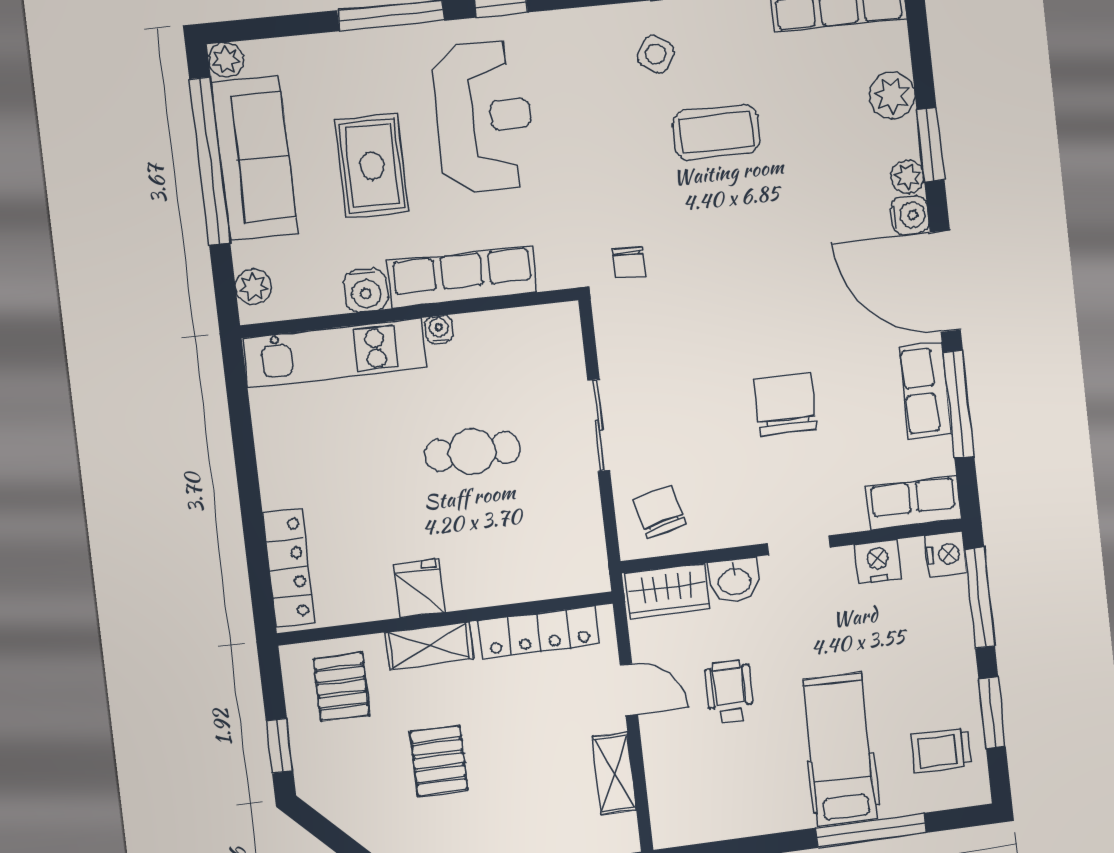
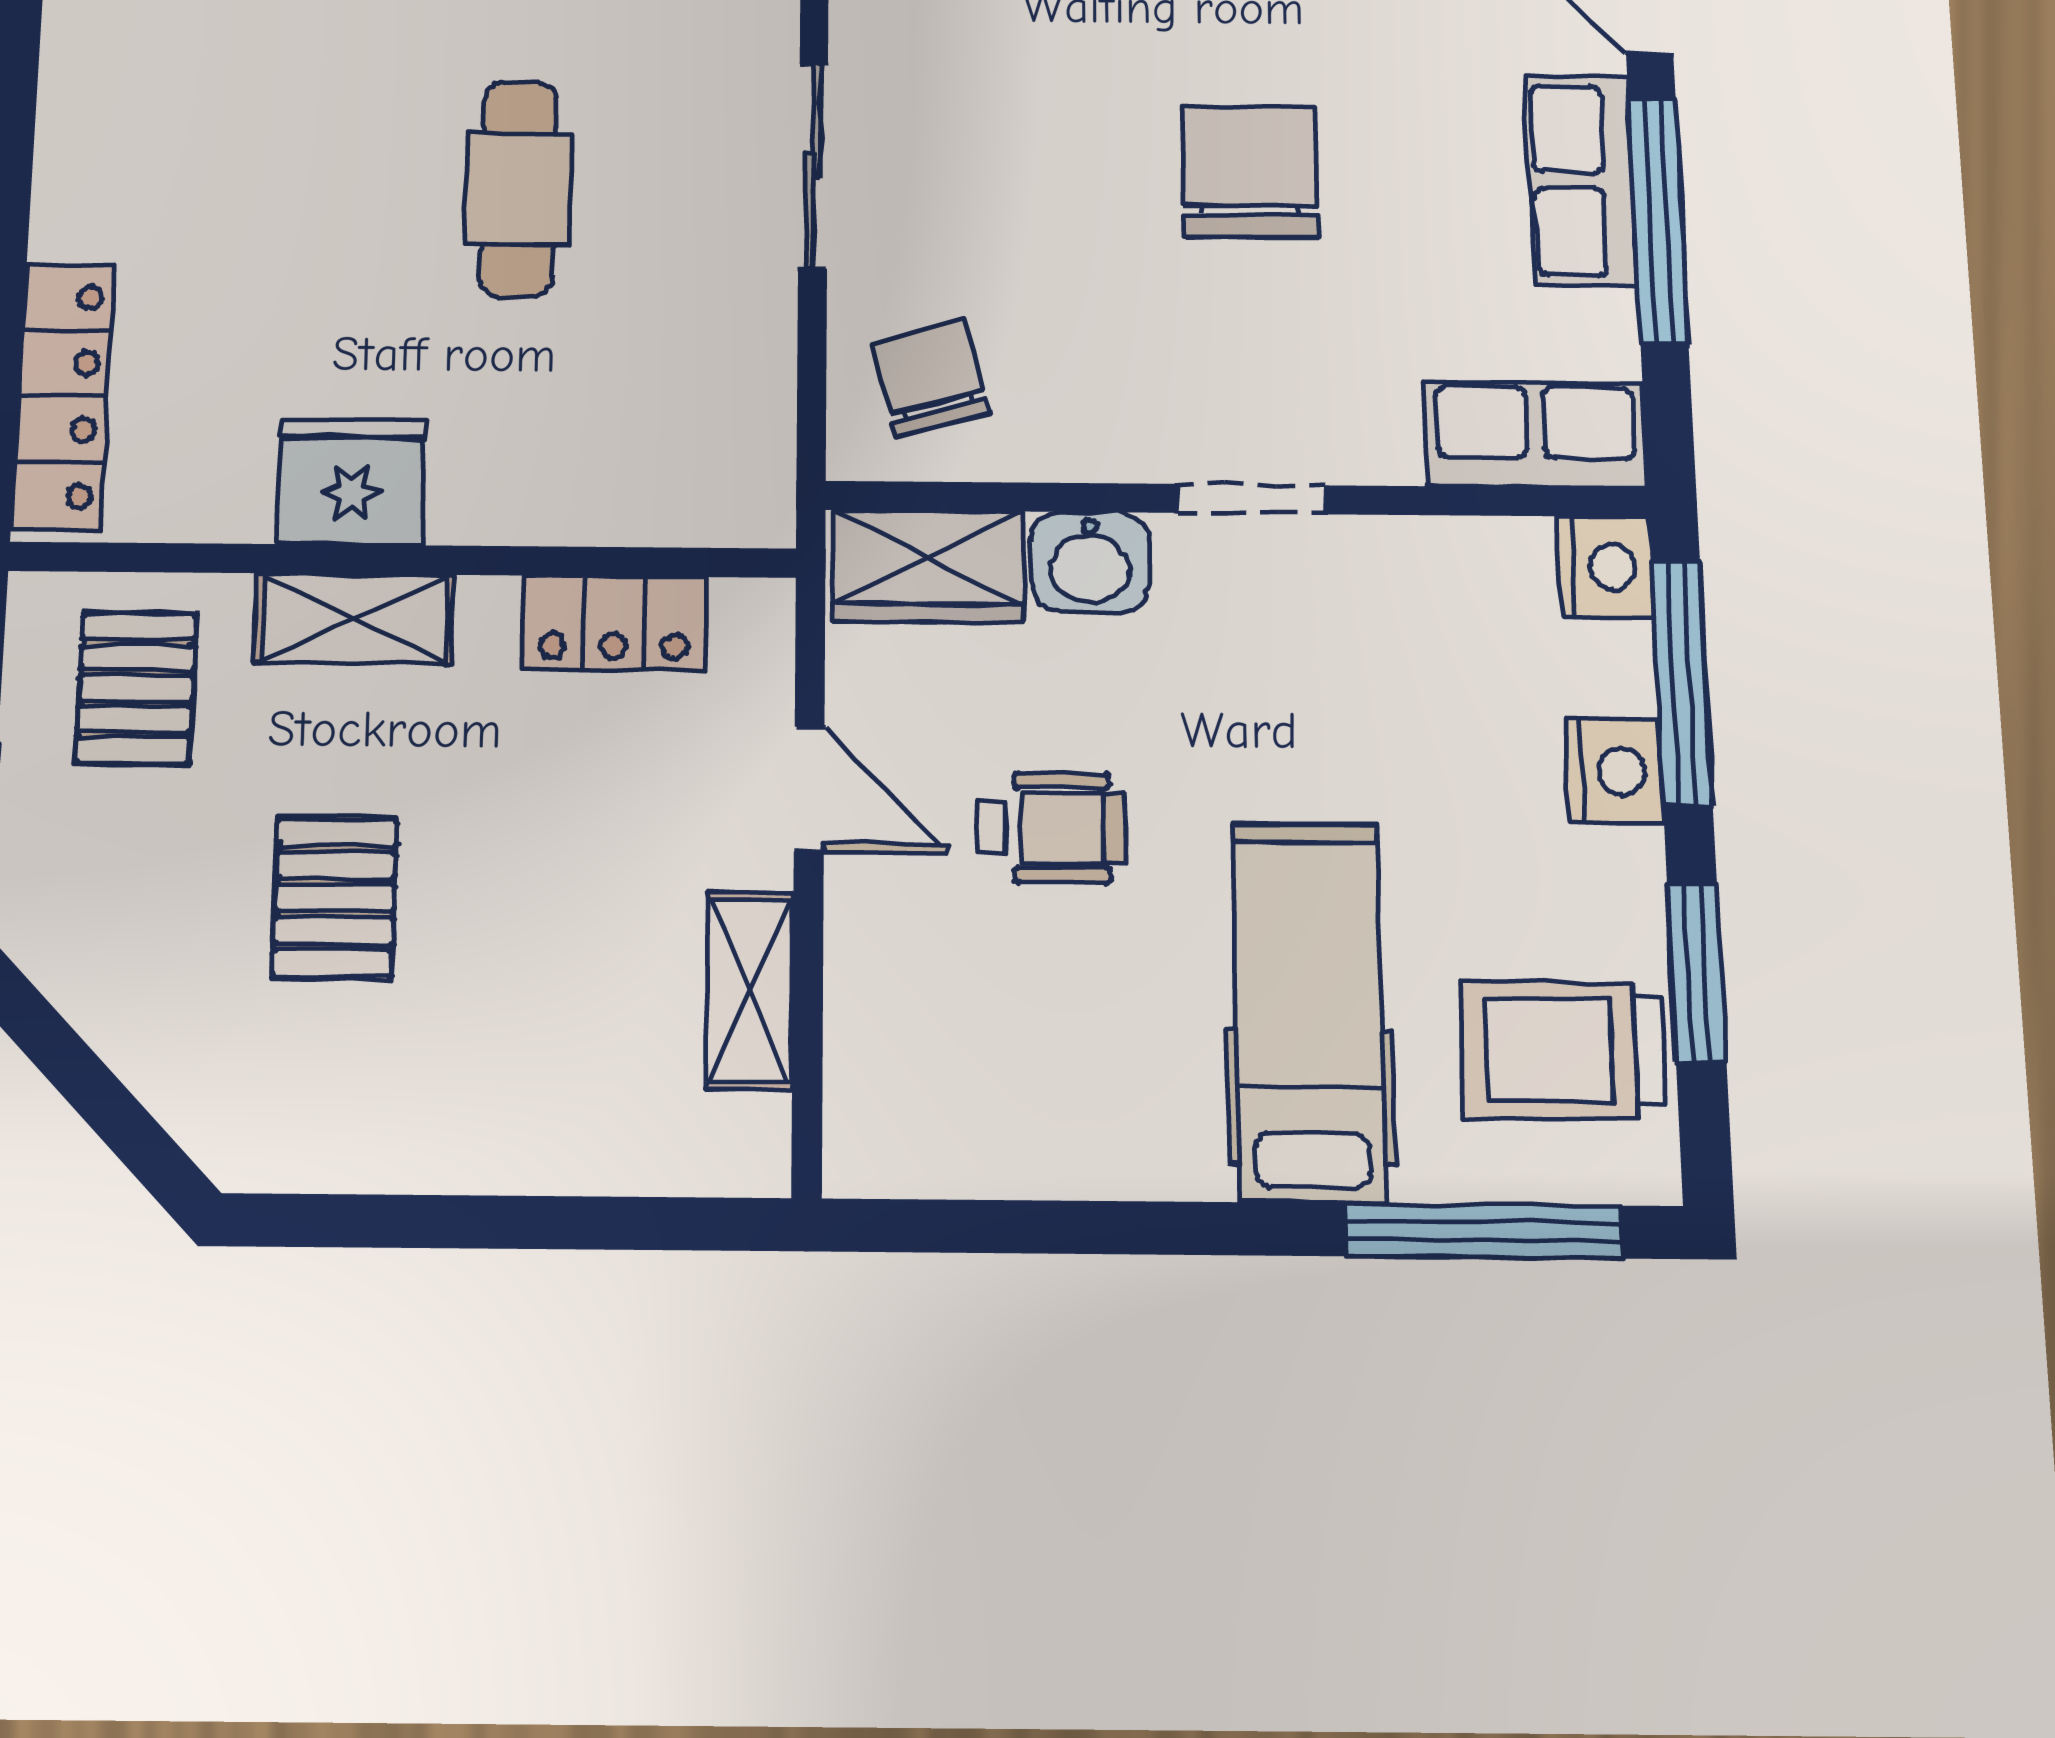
cafe table: (472, 452) -> (518, 189), turned 90
nightstand: (878, 561) -> (1614, 771), moved, turned 90
fridge: (419, 588) -> (351, 482), width x1.38
locker: (539, 633) -> (614, 623), width x0.66
wheelchair: (729, 692) -> (1050, 828), turned 90
trolley: (941, 751) -> (1562, 1050), width x1.36, depth x1.39
window: (871, 830) -> (1484, 1231), moved

